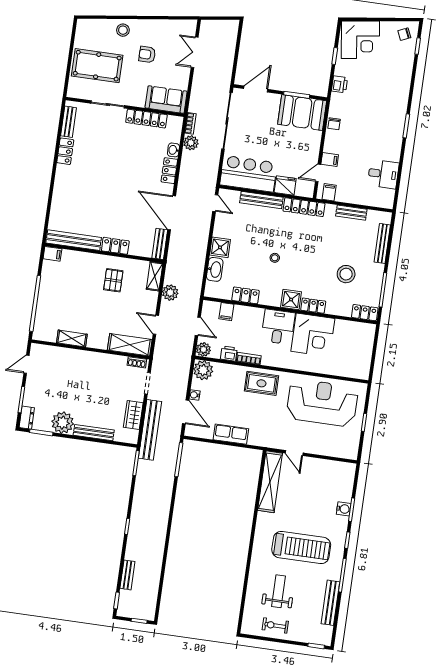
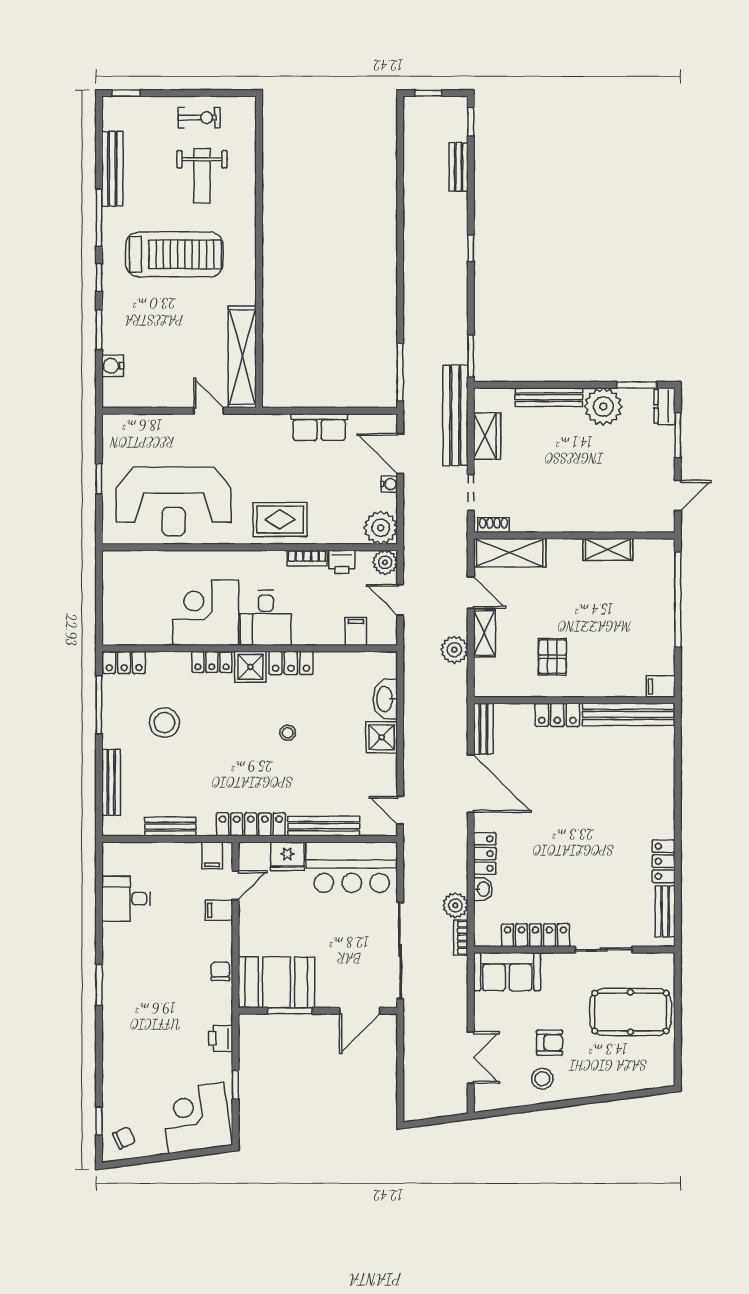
stool: (123, 30) -> (542, 1079), moved
shelving: (155, 276) -> (484, 633), moved
locker: (246, 295) -> (291, 663), moved
water cooler: (344, 509) -> (113, 366), moved
treadmill: (301, 547) -> (174, 254), turned 180

